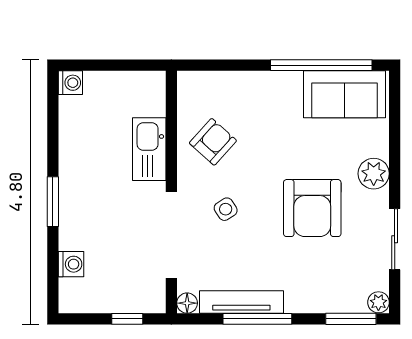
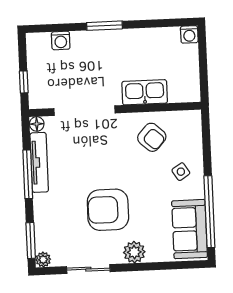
side table: (226, 209) -> (181, 172), moved

